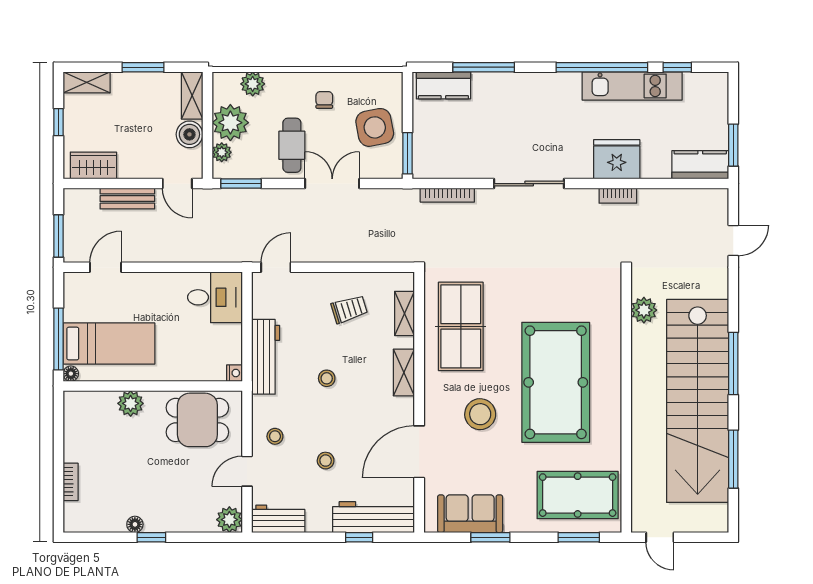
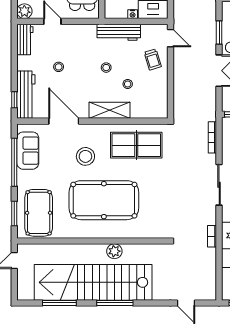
window: (241, 184) -> (219, 33), moved
trolley: (349, 309) -> (153, 59), moved
plant: (644, 310) -> (114, 251), moved
shelving: (405, 313) -> (144, 113), removed
nightstand: (235, 373) -> (133, 14), moved
shelving: (404, 373) -> (110, 110), width x1.50, depth x1.33
stool: (275, 436) -> (128, 84), moved
window: (359, 537) -> (14, 100), moved
window: (490, 537) -> (14, 162), width x2.11

